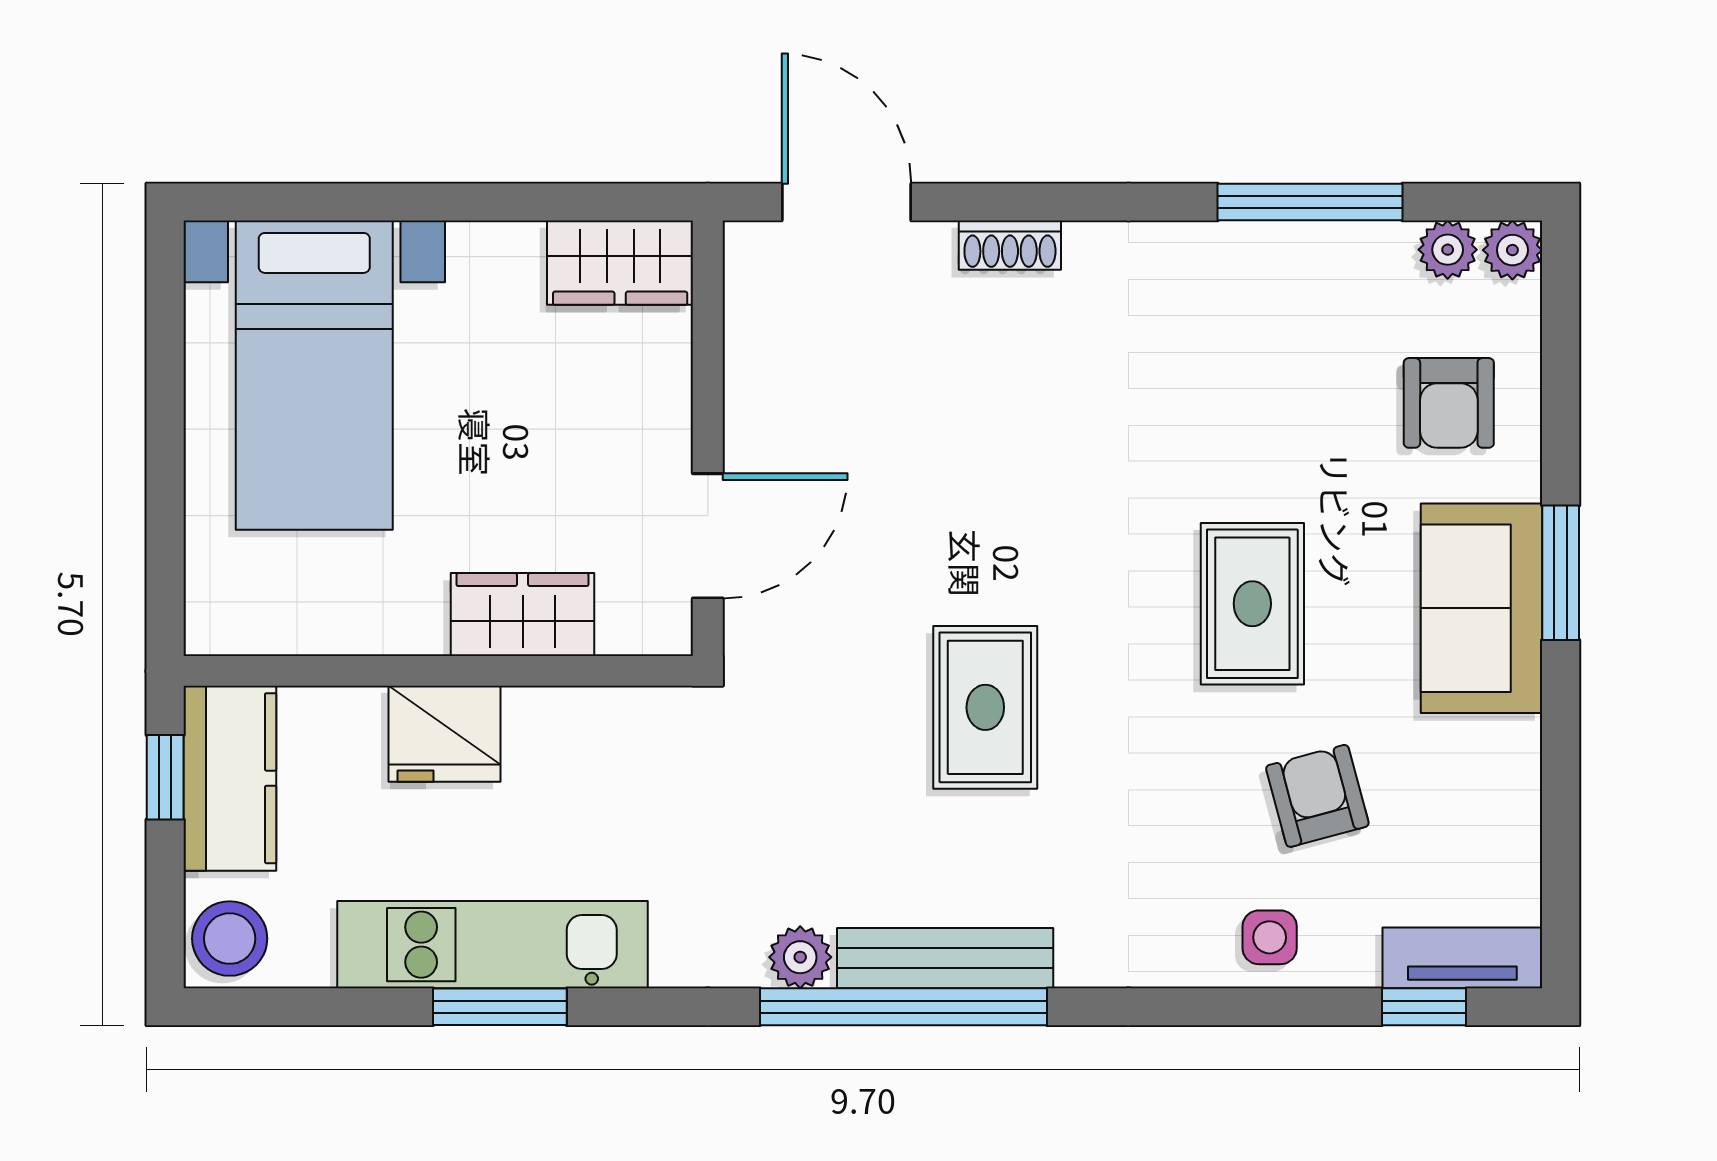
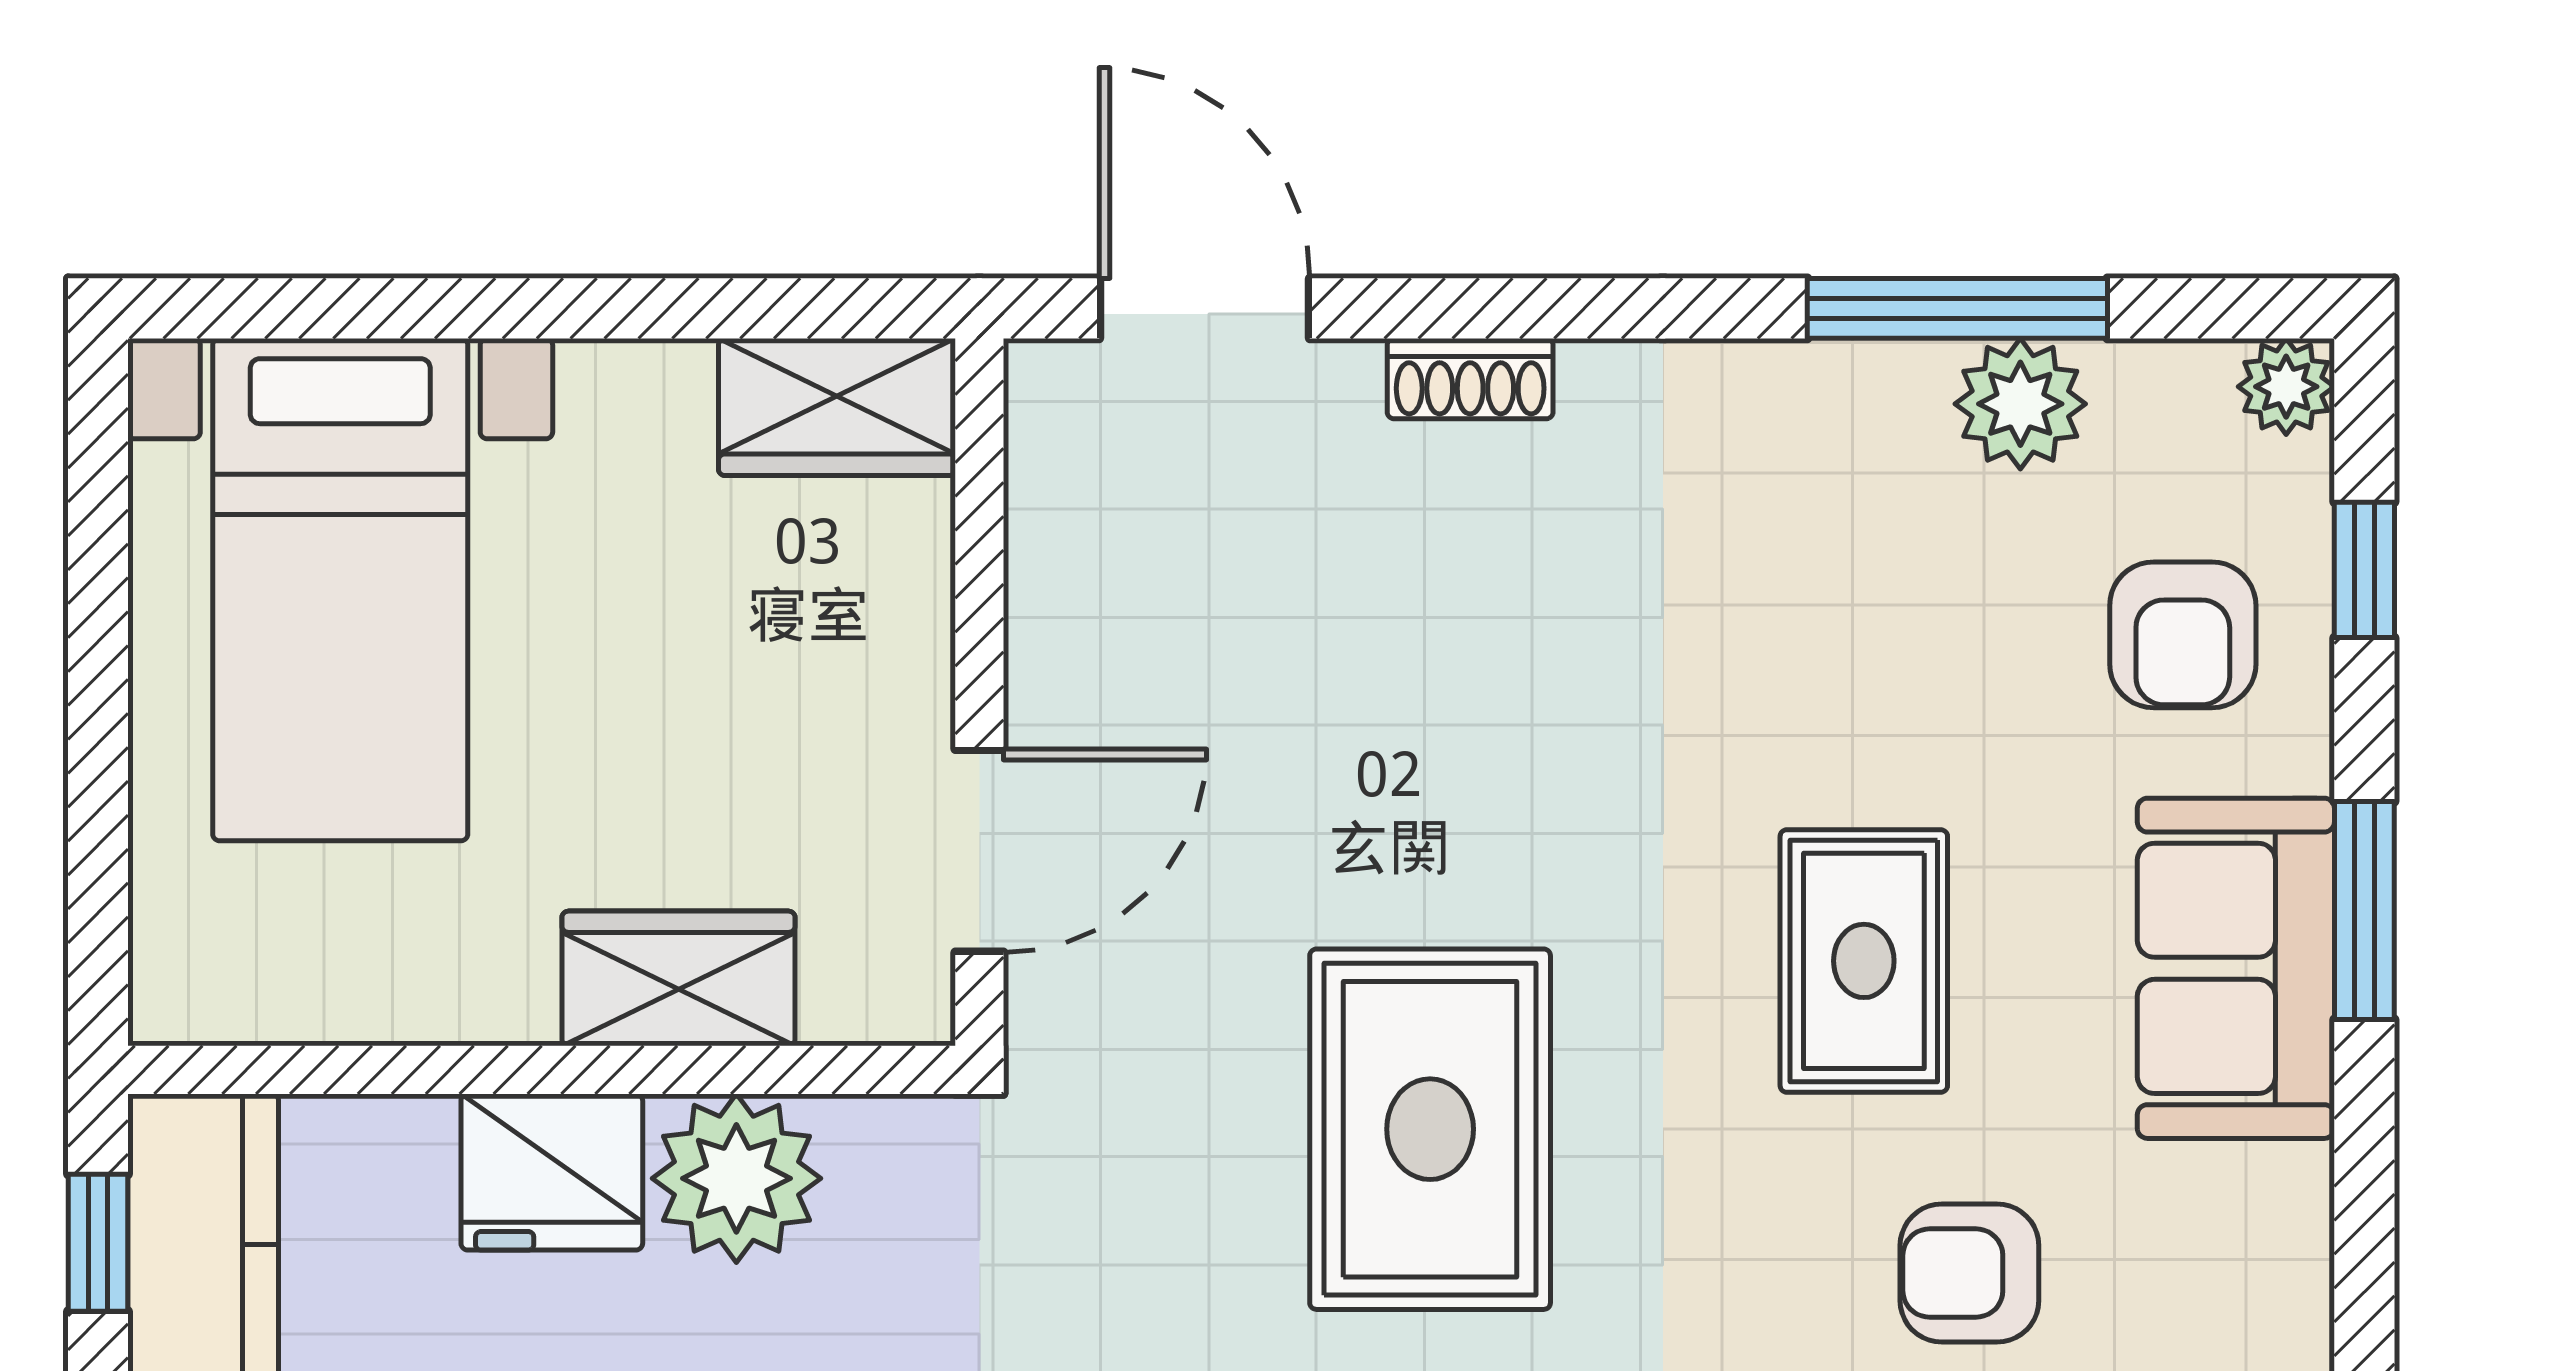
plant: (1448, 250) -> (2020, 404), moved, width x1.38, depth x1.38
window: (1561, 363) -> (2364, 570), added
rug: (985, 707) -> (1430, 1129), width x1.36, depth x1.43
plant: (558, 738) -> (736, 1178), added
armchair: (1317, 796) -> (1969, 1273), turned -75

